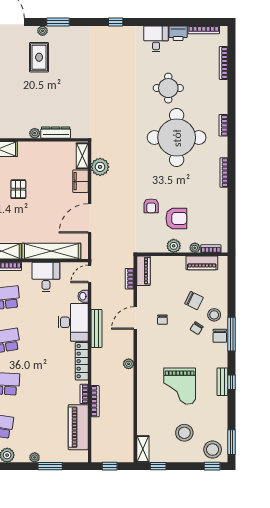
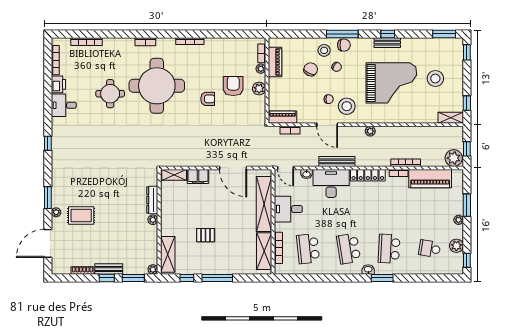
plant: (100, 167) -> (454, 158), moved
armchair: (151, 206) -> (208, 99), moved
grand piano: (180, 386) -> (391, 83), width x1.37, depth x1.48
stool: (213, 450) -> (347, 106), moved

